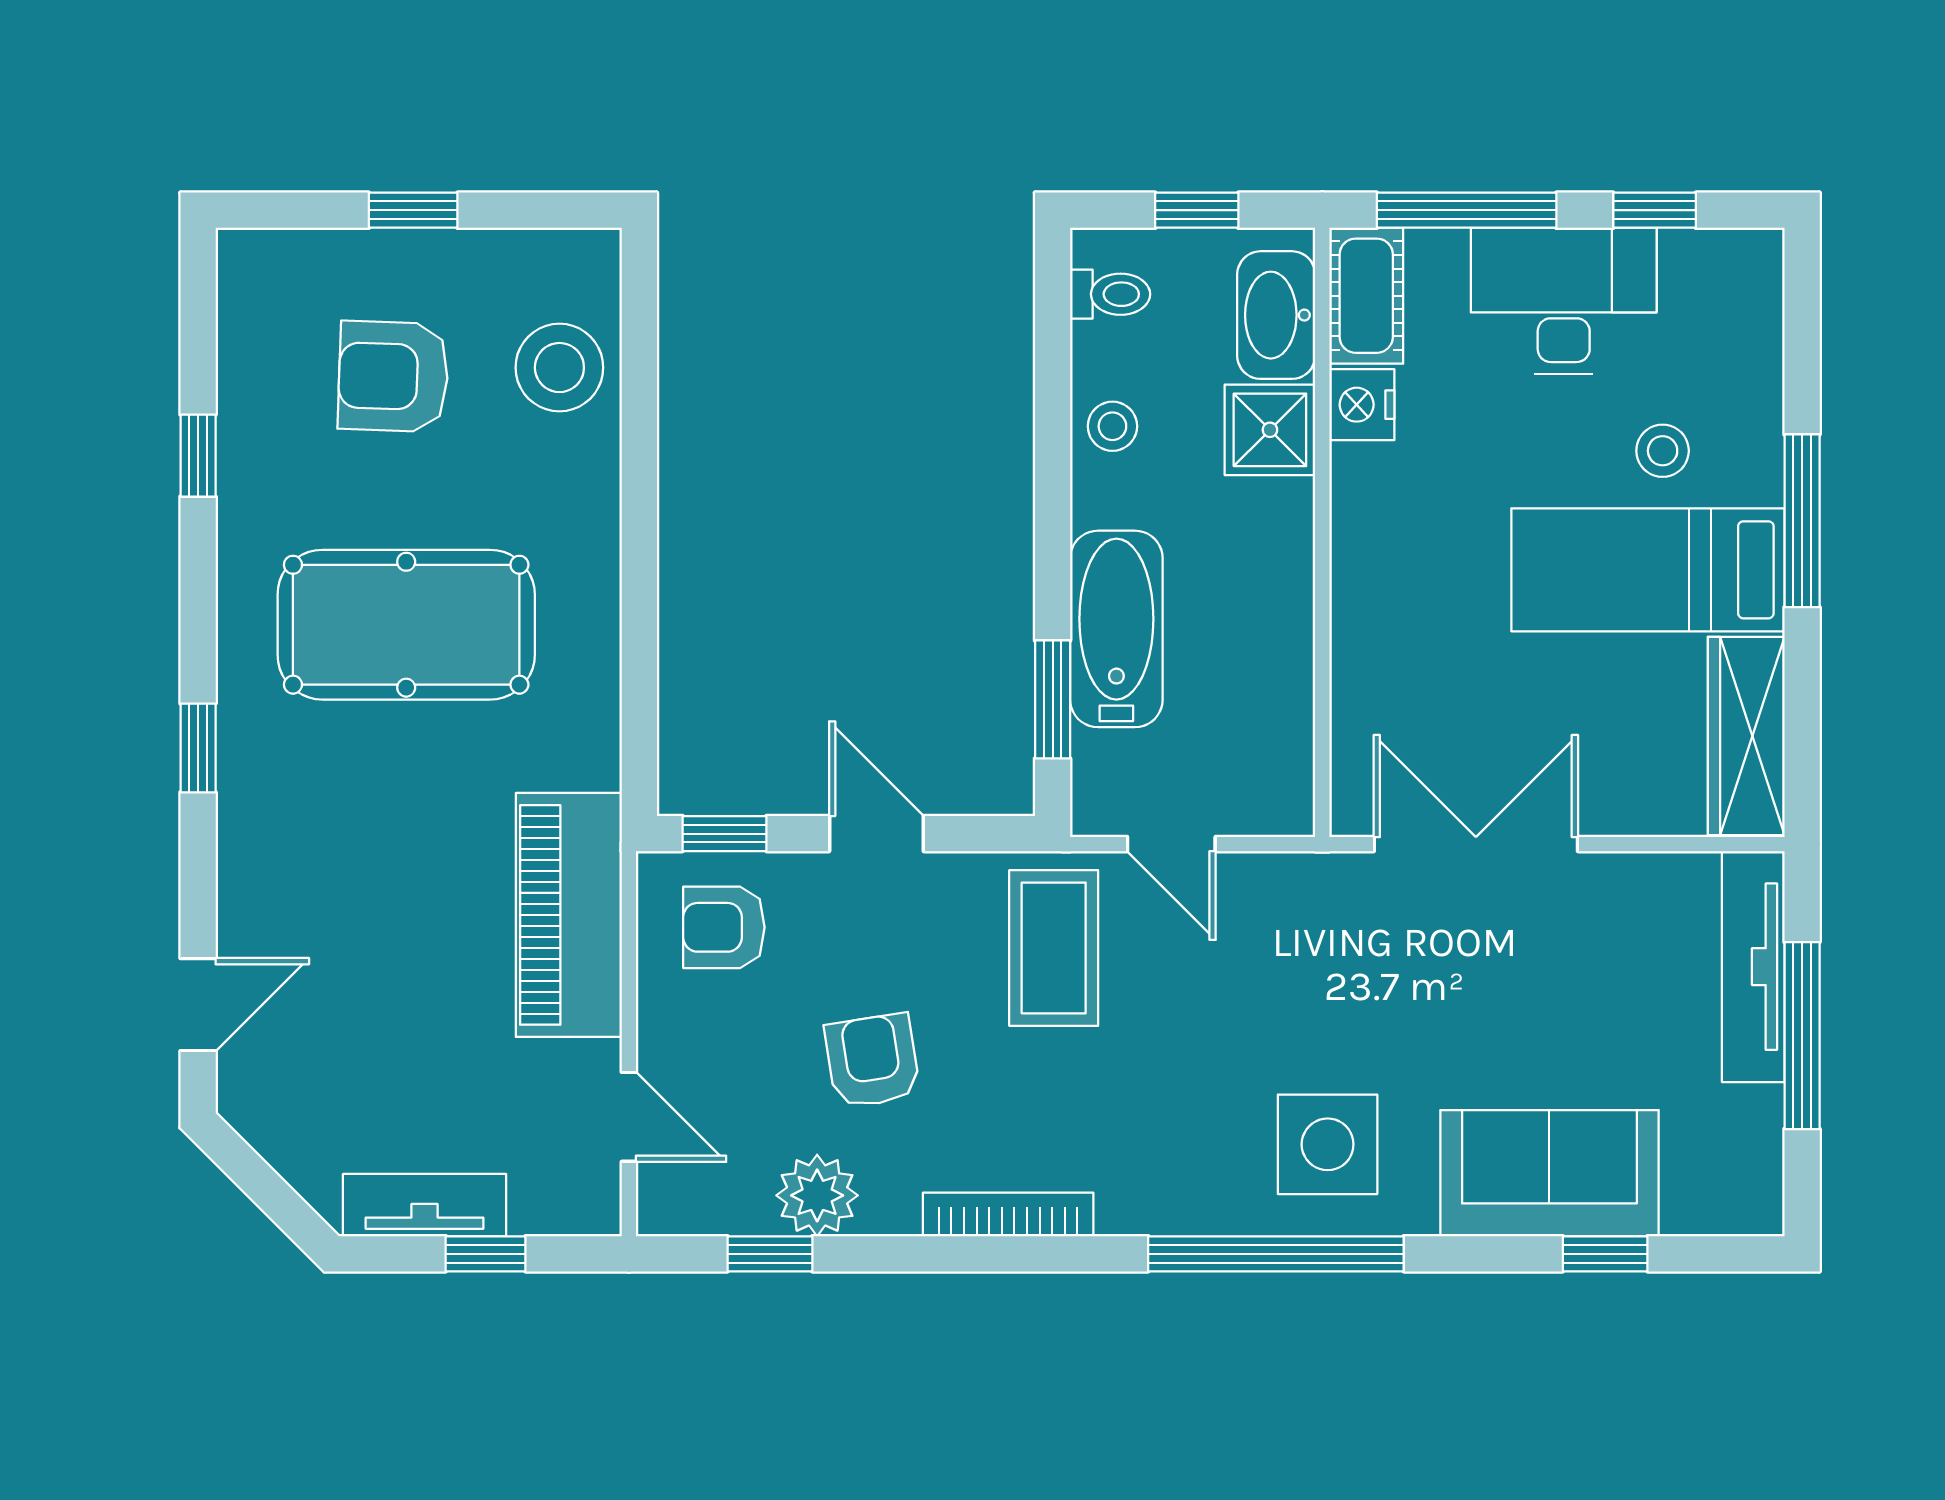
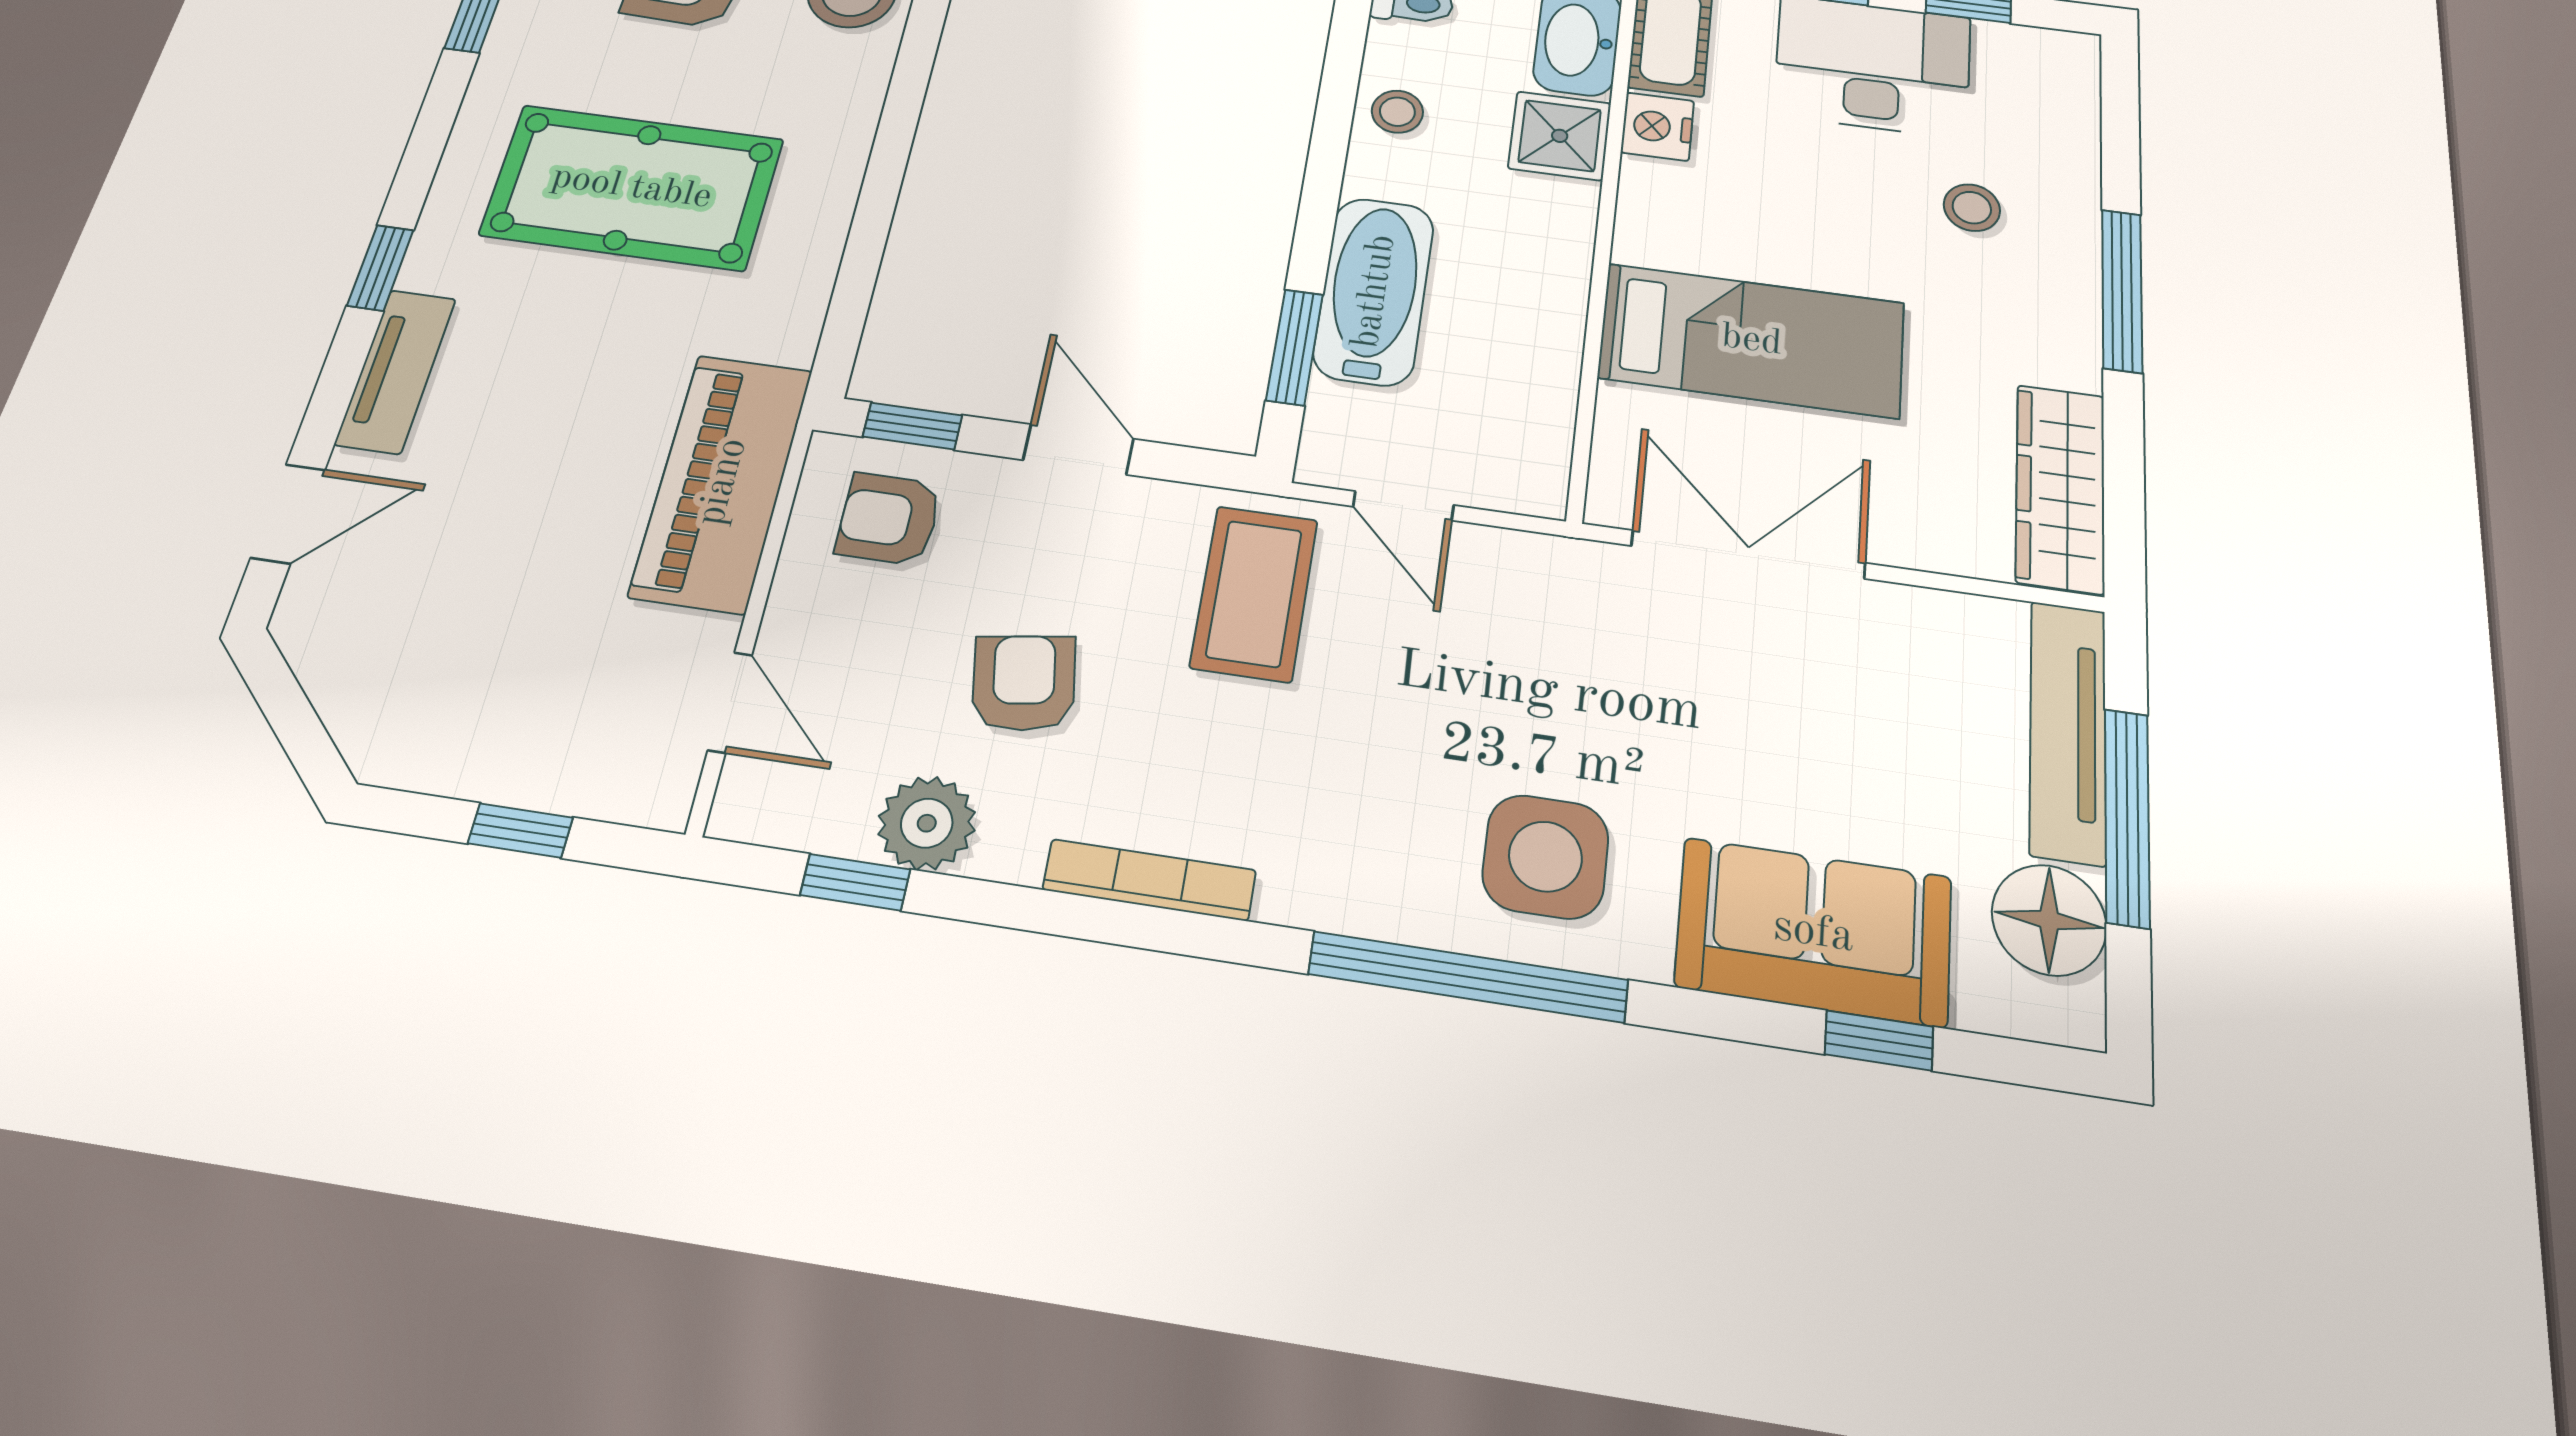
bed: (1648, 570) -> (1752, 340), moved, turned 180
floor lamp: (1738, 1134) -> (2049, 920), added
tv unit: (425, 1205) -> (396, 371), moved, turned 90

